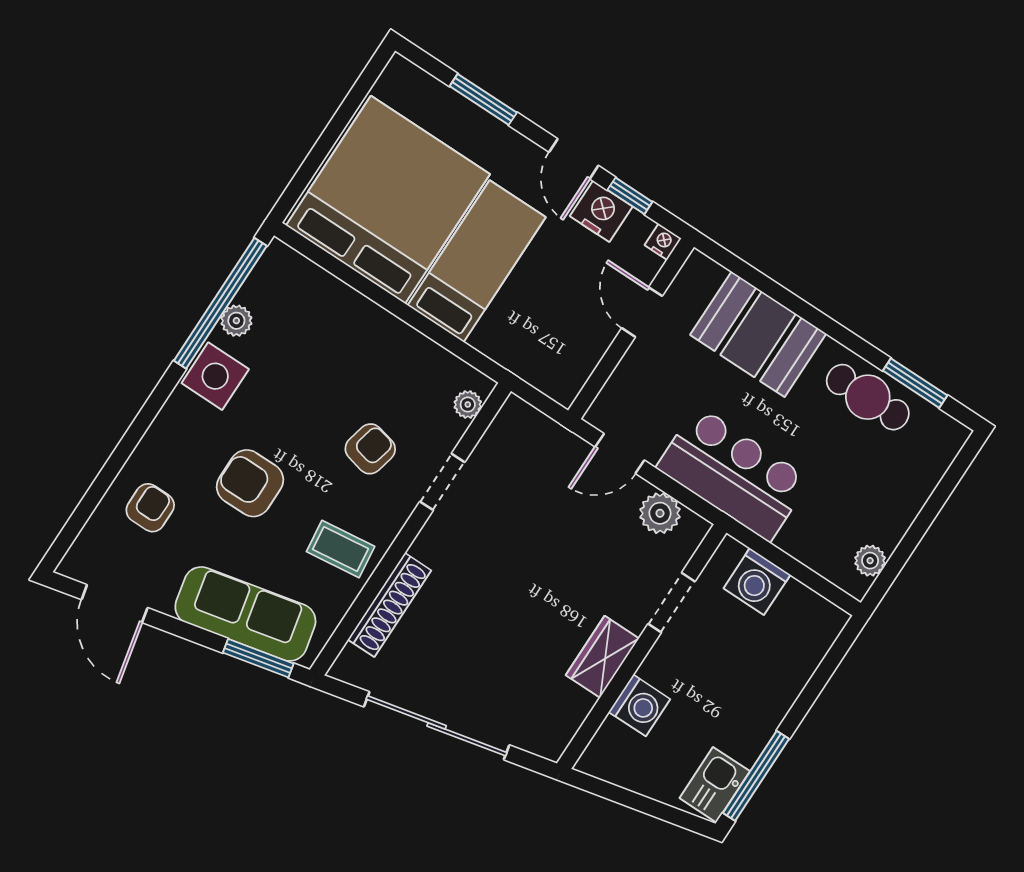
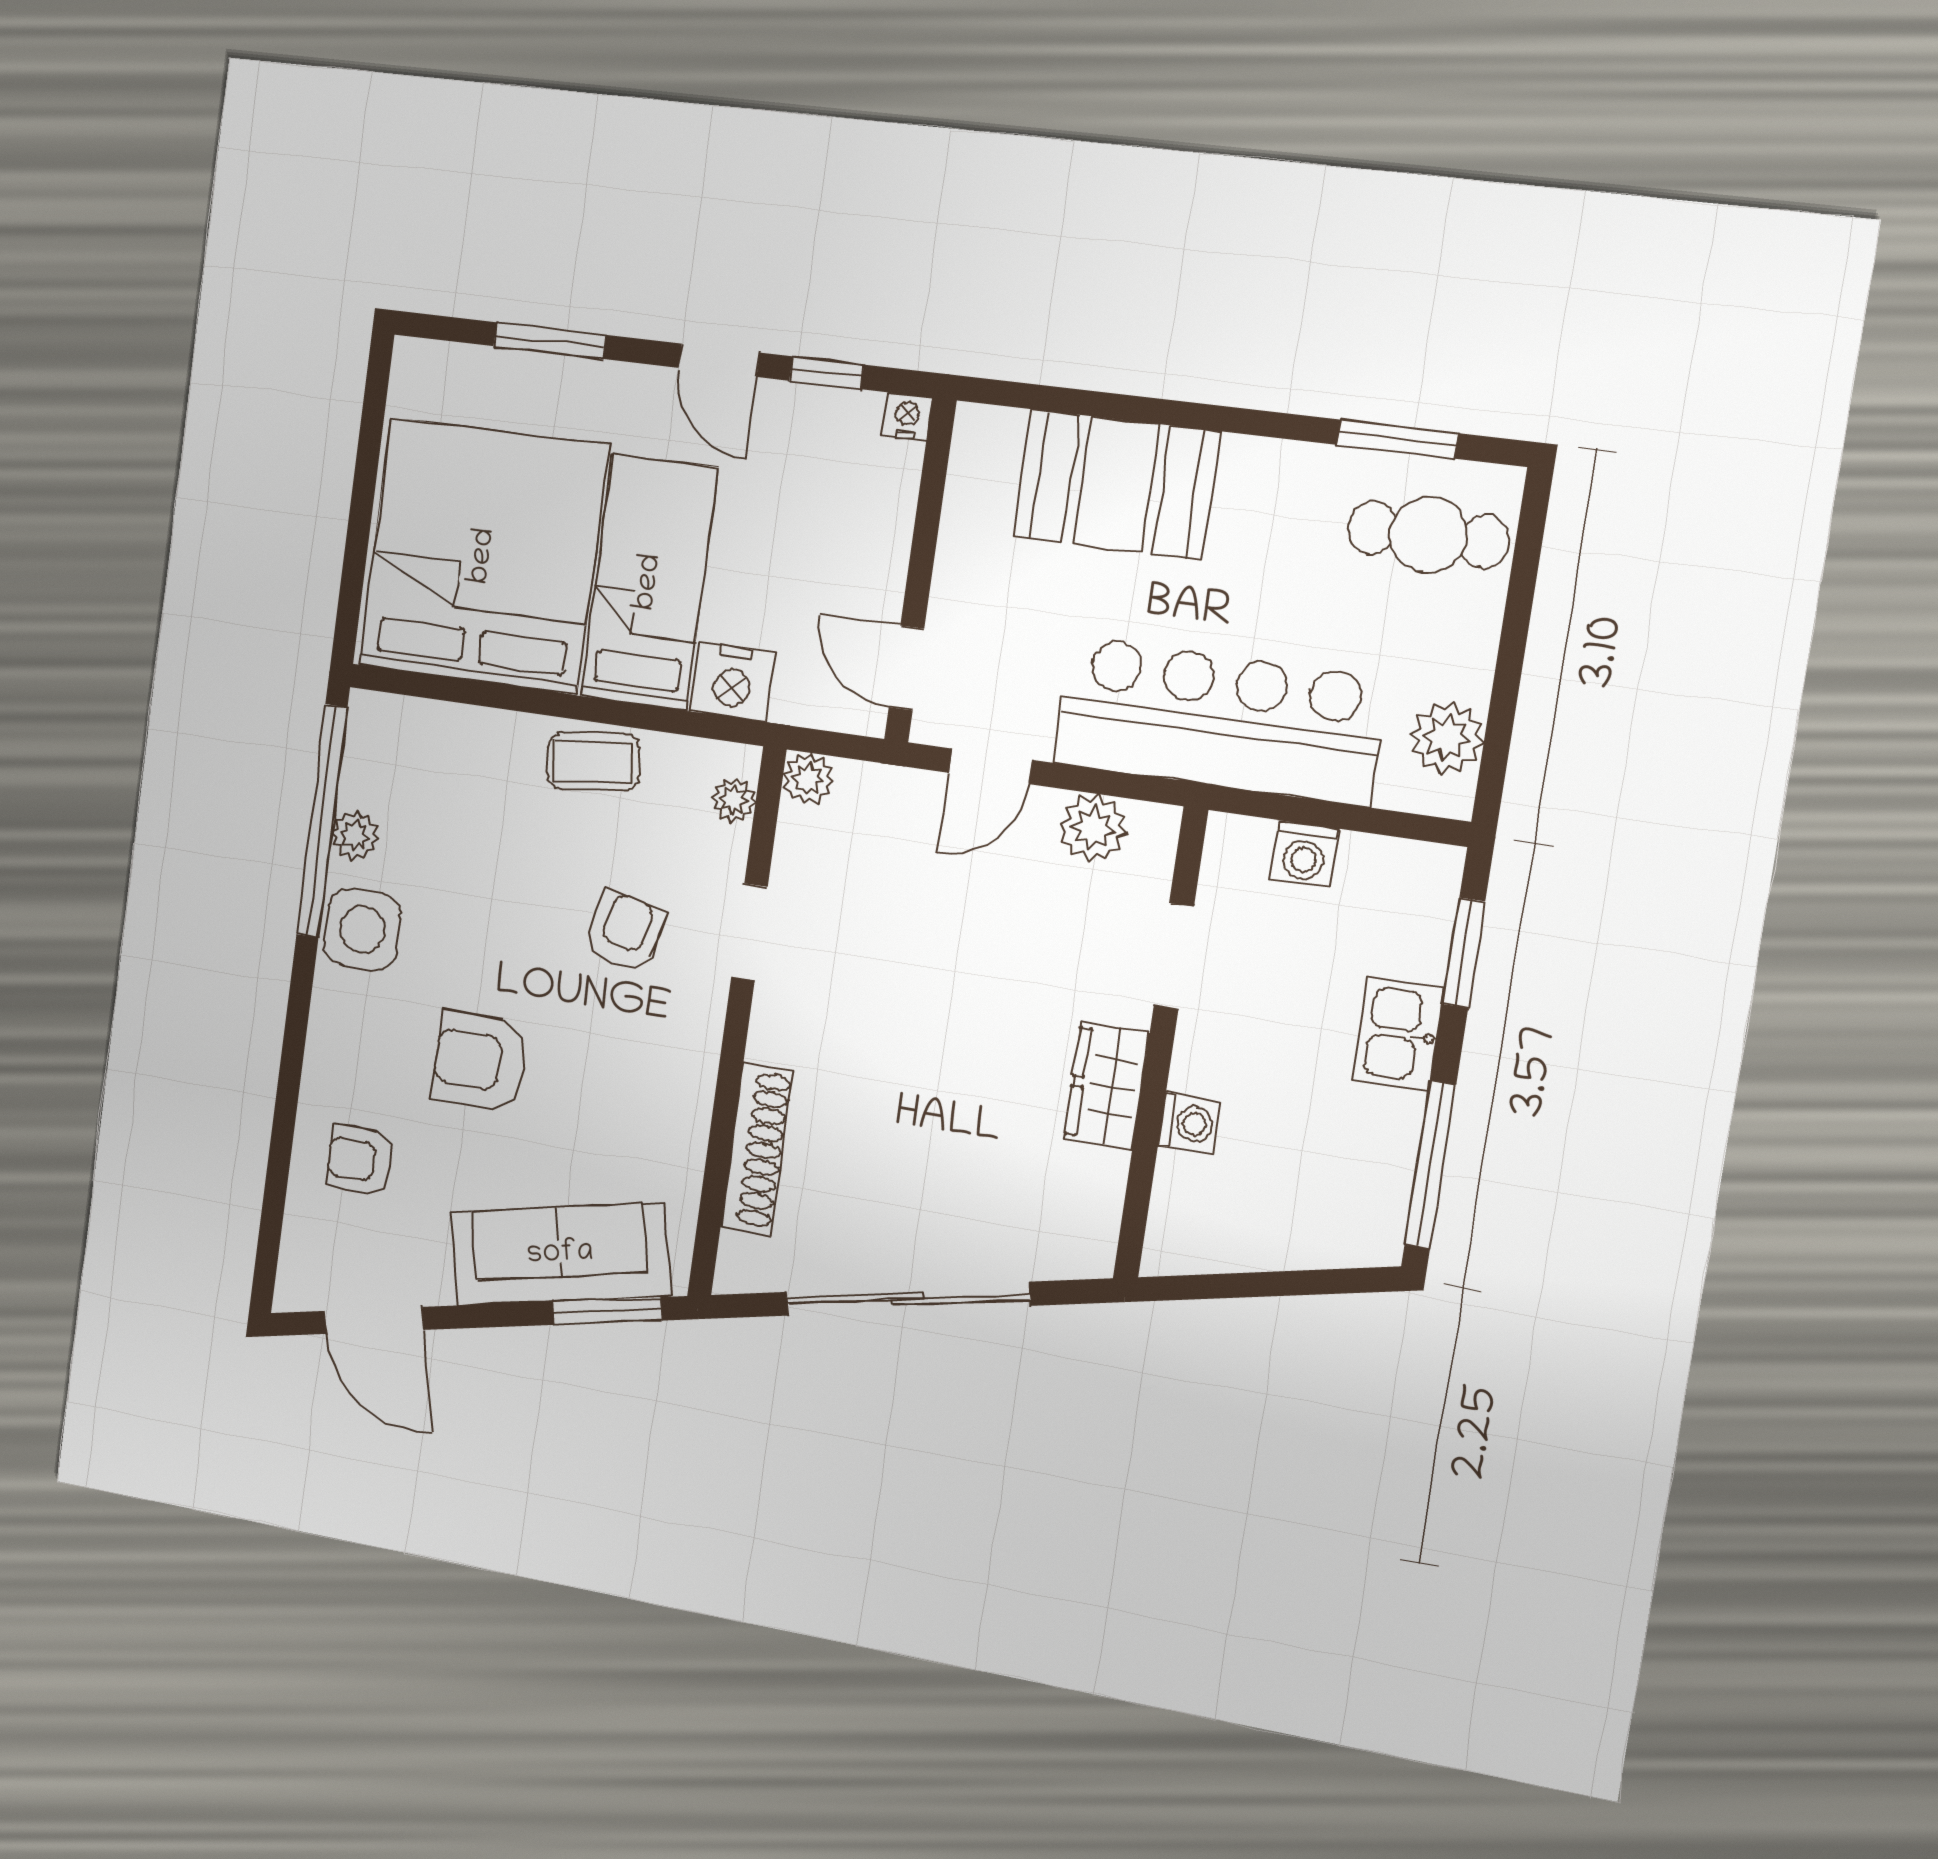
nightstand: (601, 211) -> (732, 682), moved, turned 180
door: (642, 312) -> (906, 668), moved
cafe table: (868, 397) -> (1428, 535), moved
plant: (515, 413) -> (808, 779), added
bar counter: (733, 474) -> (1219, 721), width x1.36
armchair: (150, 508) -> (360, 1160), turned -90
coffee table: (341, 549) -> (593, 761), moved
plant: (870, 561) -> (1447, 738), width x1.38, depth x1.38
washing machine: (757, 582) -> (1304, 854), width x0.73, depth x0.73
window: (825, 670) -> (1464, 953), added
washing machine: (639, 705) -> (1189, 1123), width x0.73, depth x0.73
kitchen sink: (715, 785) -> (1398, 1034), moved

